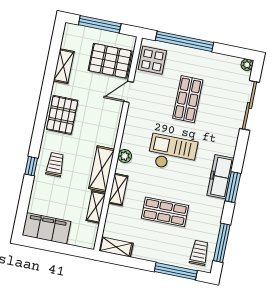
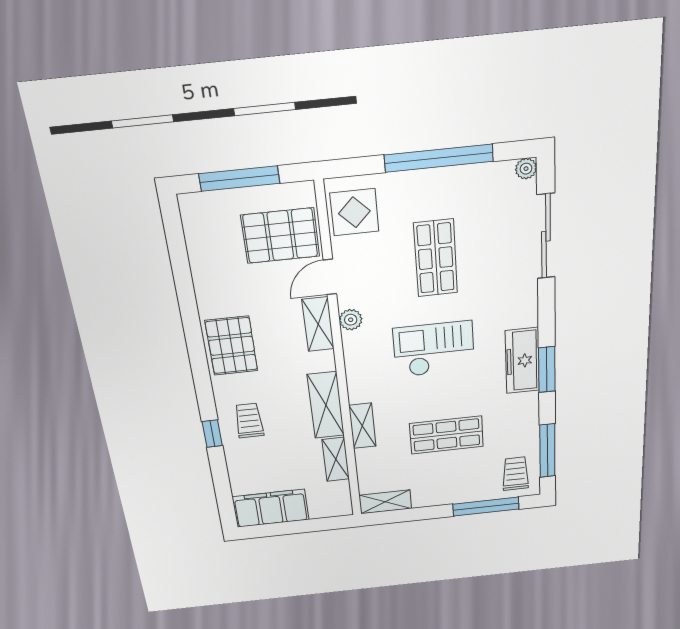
window: (184, 41) -> (439, 158), moved
shelving: (64, 66) -> (318, 324), moved
plant: (125, 156) -> (351, 320), moved

